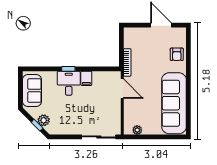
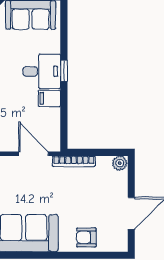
plant: (128, 33) -> (120, 163), added
door: (122, 89) -> (34, 154), swing flipped

